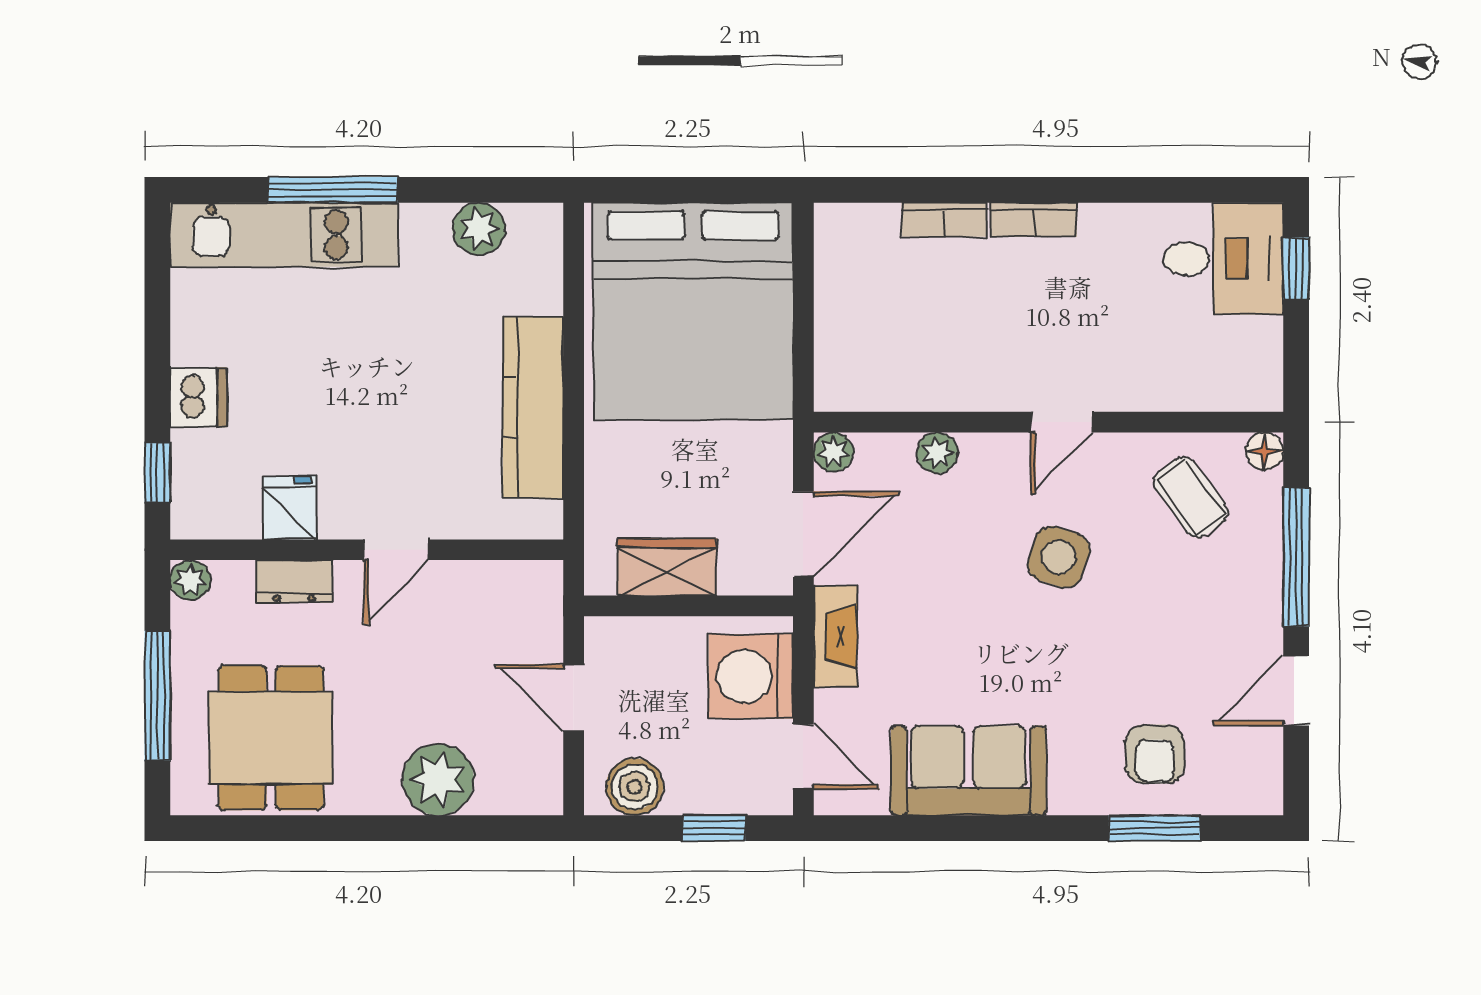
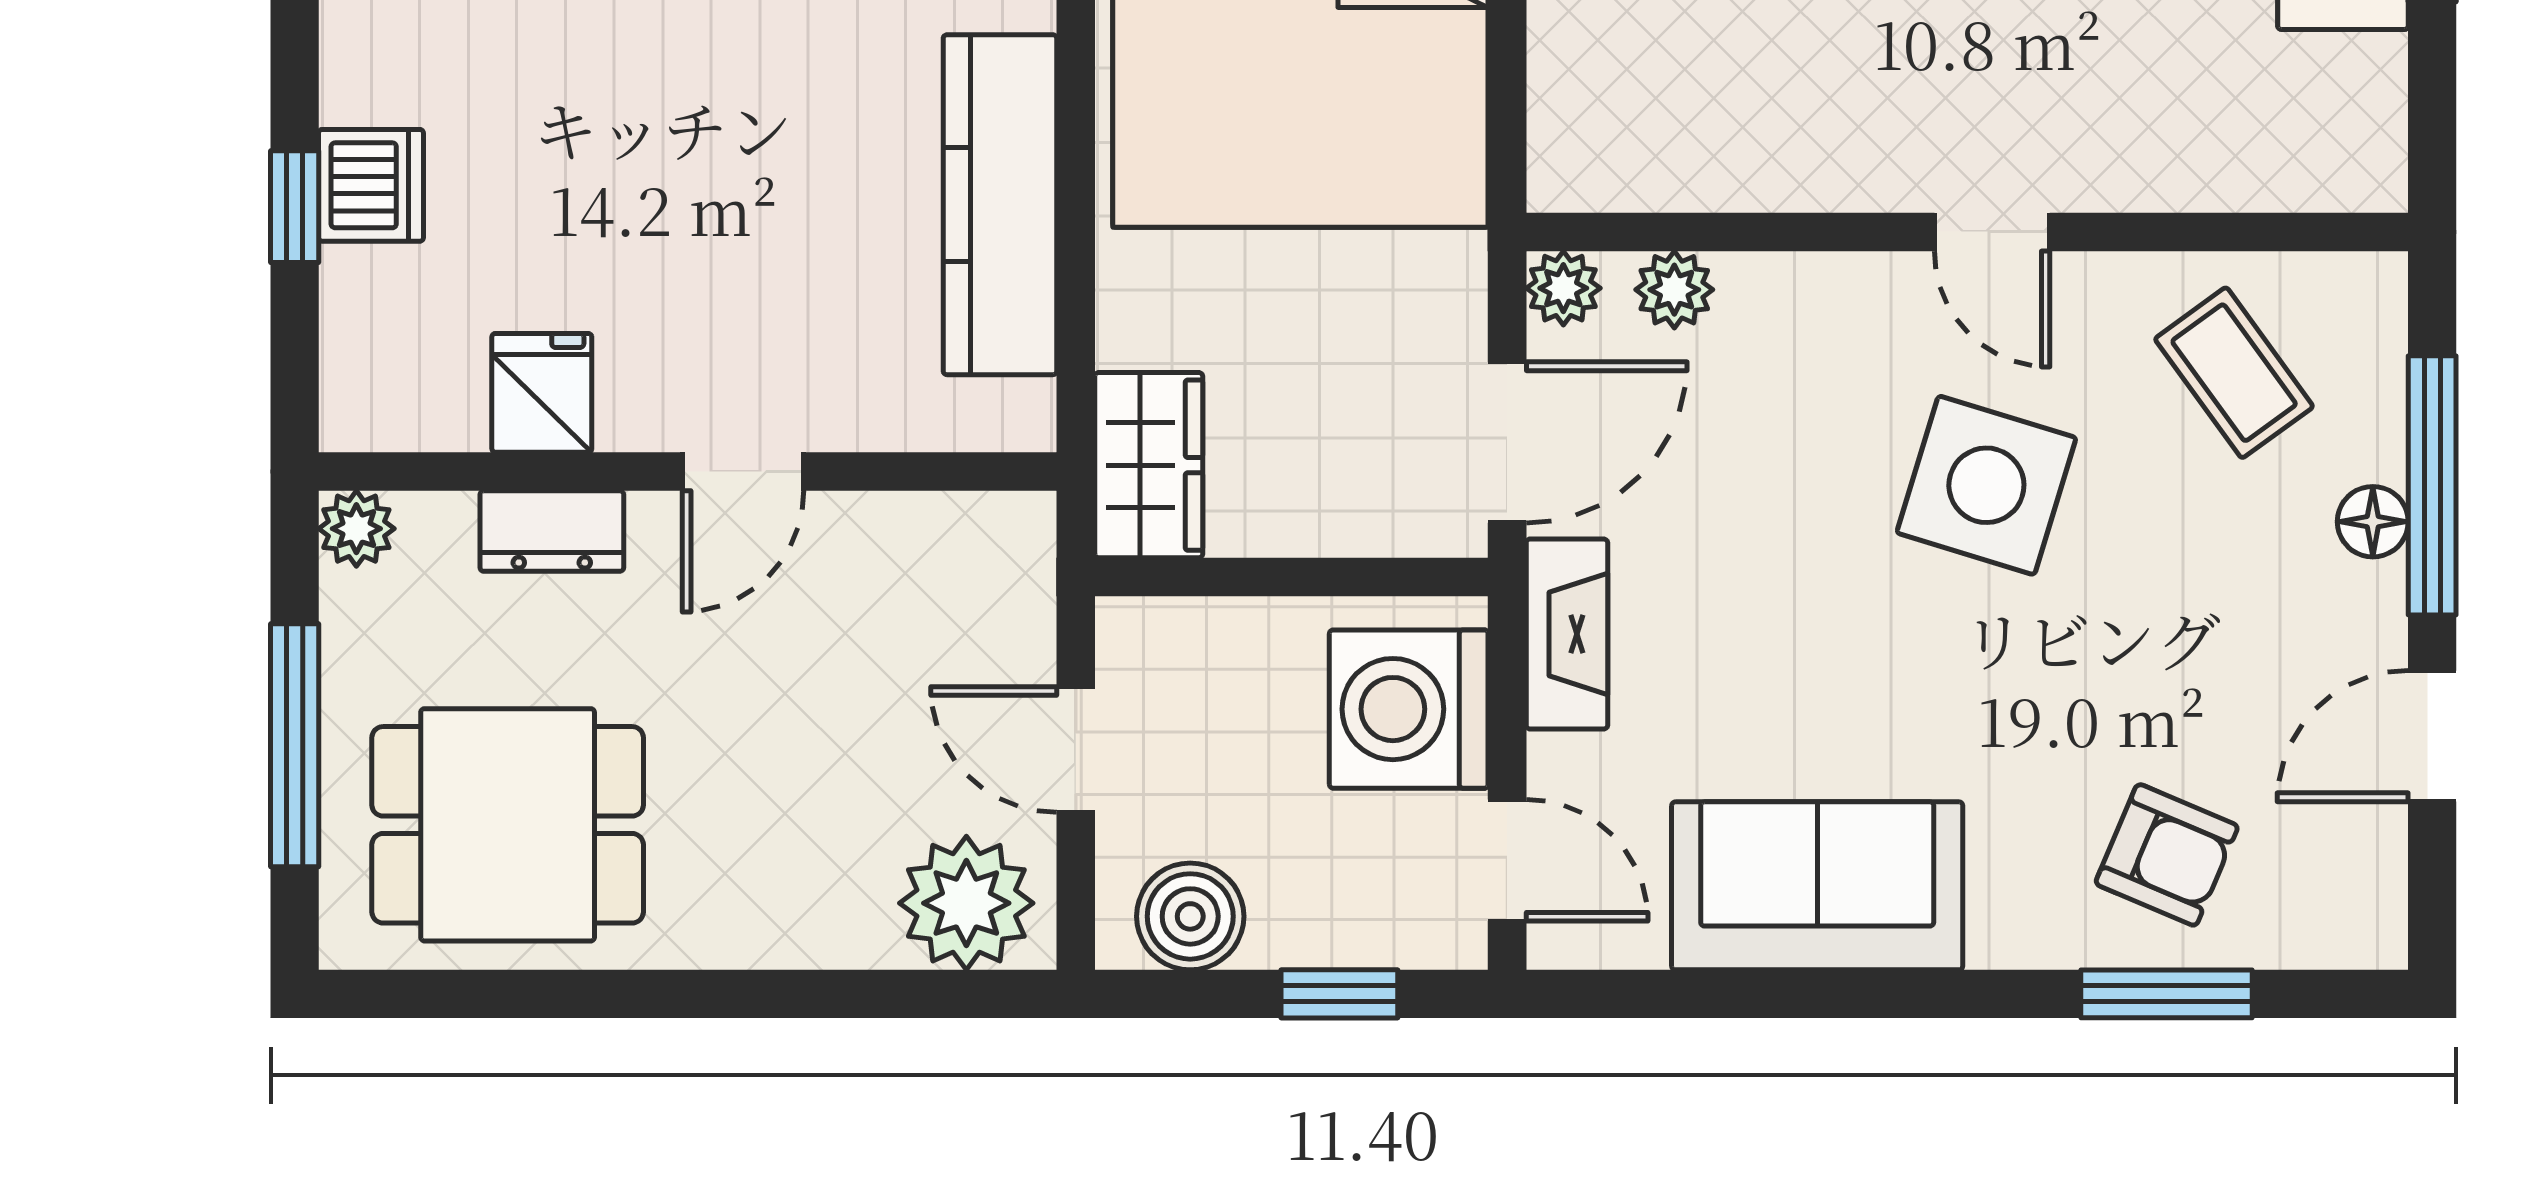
door: (1062, 422) -> (1992, 232), hinge flipped
floor lamp: (1265, 451) -> (2373, 522), moved
plant: (937, 453) -> (1674, 290), moved
window: (157, 472) -> (295, 207), moved
side table: (1059, 557) -> (1986, 485), width x1.37, depth x1.37
wardrobe: (667, 567) -> (1149, 465), moved, turned 90
dining table: (271, 738) -> (508, 825), turned 90
armchair: (1155, 754) -> (2167, 855), turned -67
plant: (438, 780) -> (966, 903), moved

